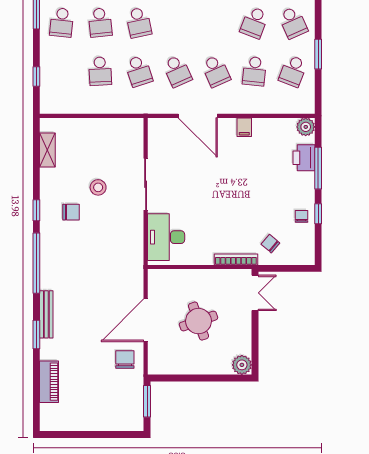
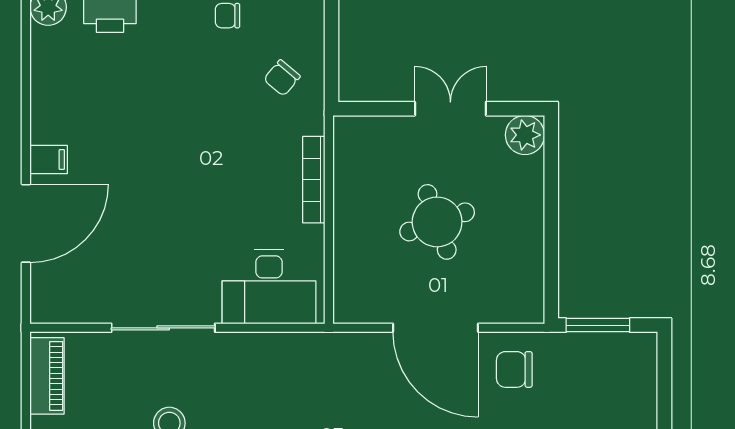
piano: (122, 126) -> (47, 376), added
filing cabinet: (244, 127) -> (49, 160), moved
bookcase: (236, 259) -> (314, 180), moved
double door: (255, 293) -> (450, 109), moved

